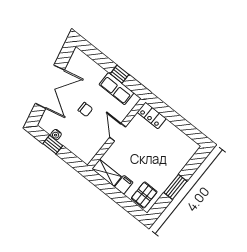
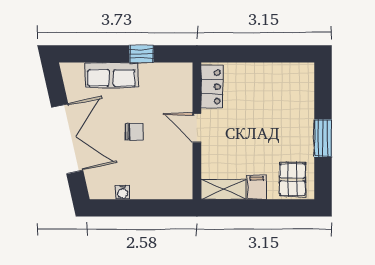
row of seats: (117, 89) -> (111, 75), moved
locker: (152, 115) -> (212, 87), moved, turned -90
window: (53, 145) -> (128, 208), removed

